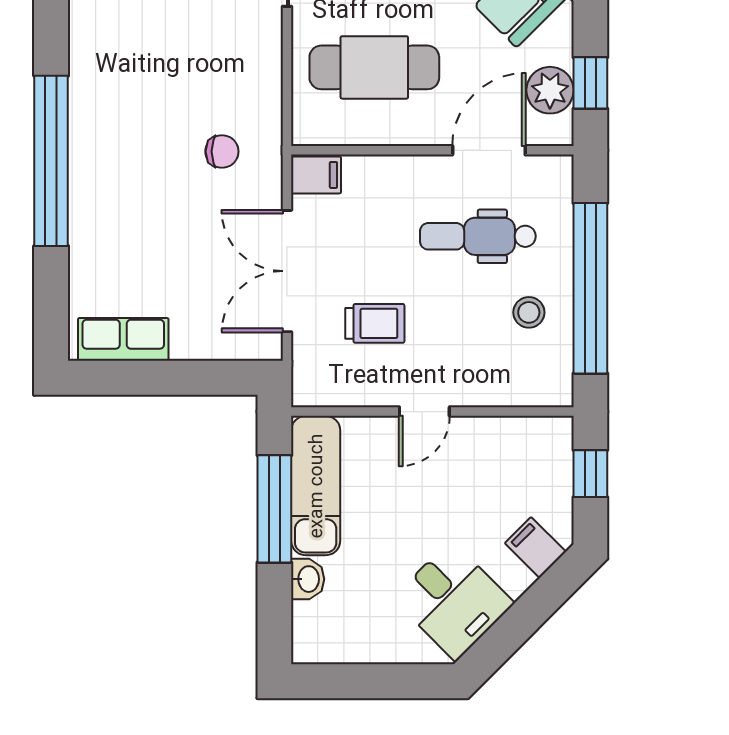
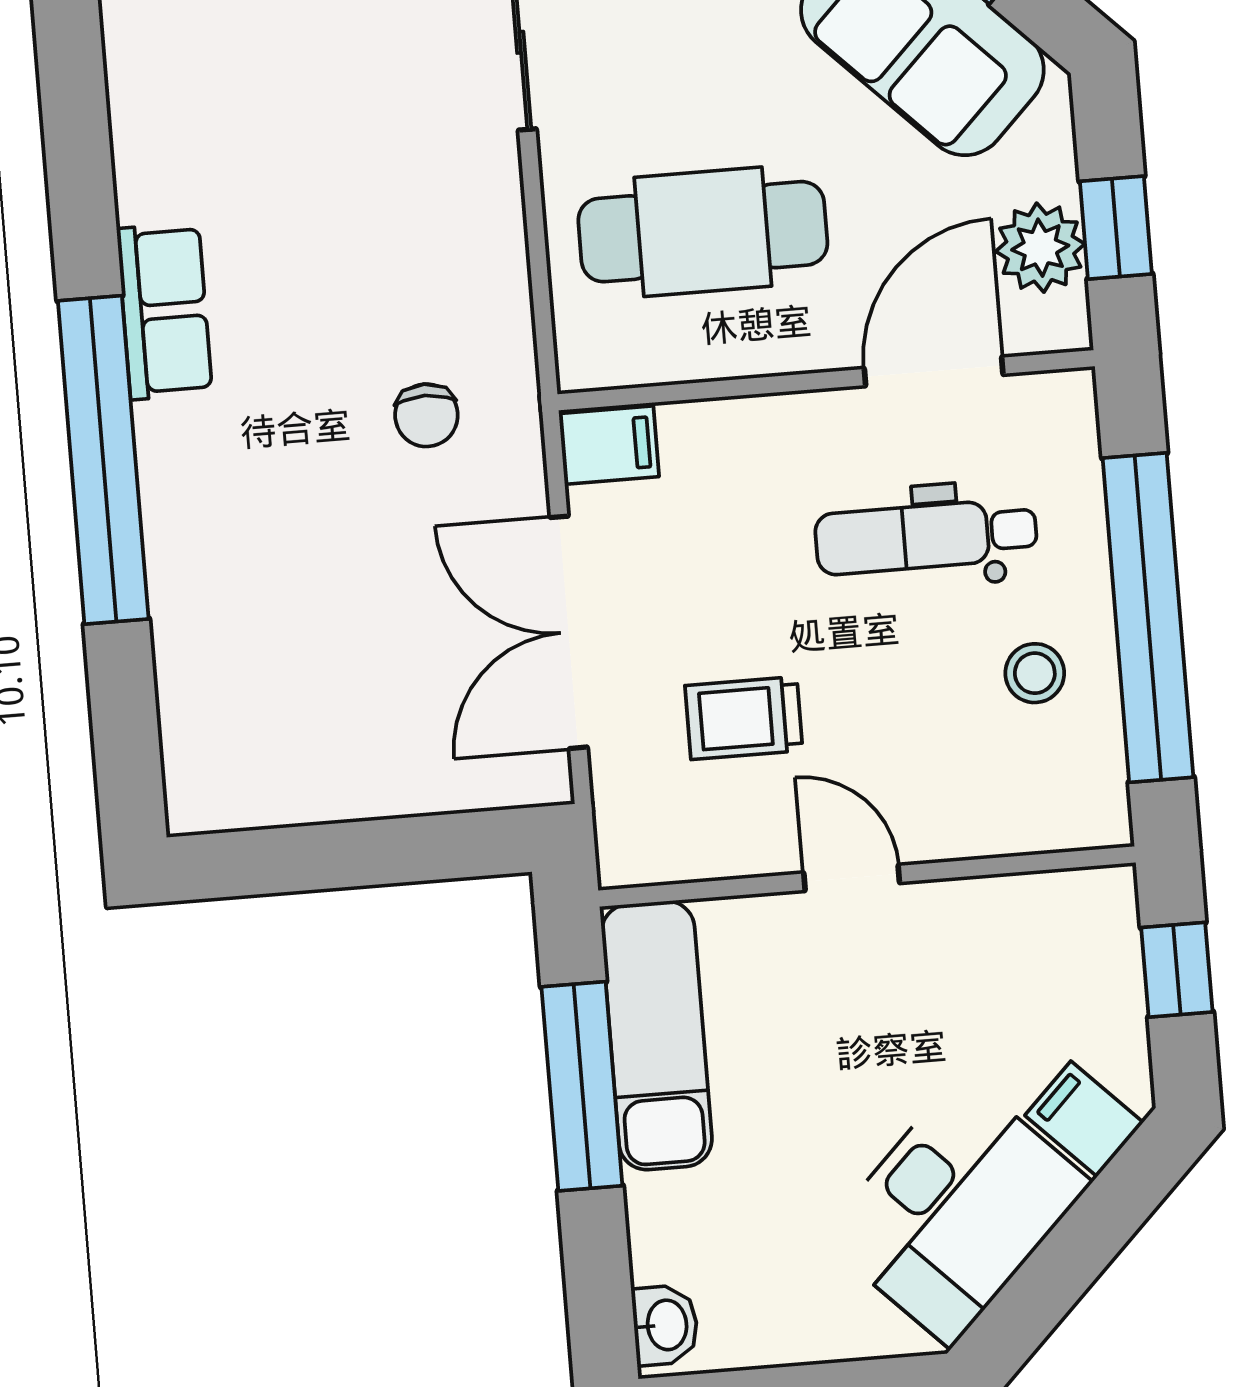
chair: (222, 151) -> (426, 415), turned 90
trolley: (375, 323) -> (744, 718), turned 180
row of seats: (123, 339) -> (164, 311), moved, turned 90
door: (424, 412) -> (852, 878), swing flipped
washbasin: (308, 579) -> (665, 1325), moved
desk: (453, 601) -> (956, 1210), width x1.37

